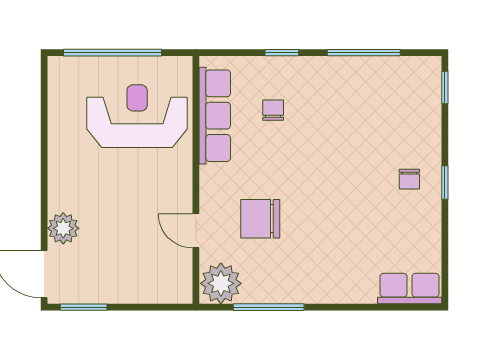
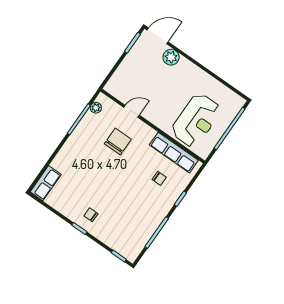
plant: (221, 283) -> (96, 108), width x0.53, depth x0.53

